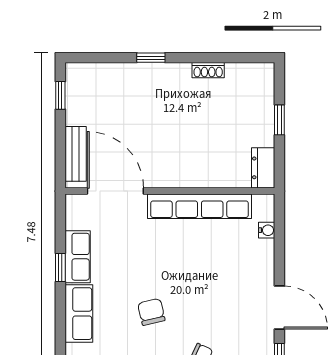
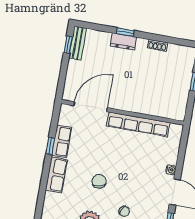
bench: (76, 154) -> (78, 43), moved
dresser: (263, 168) -> (123, 42), moved, turned -90
door: (115, 191) -> (91, 107), hinge flipped
water cooler: (267, 230) -> (171, 170), moved

